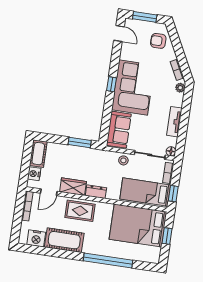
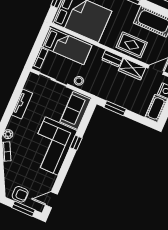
door: (119, 33) -> (51, 200), hinge flipped
armchair: (158, 41) -> (20, 194), moved
window: (112, 84) -> (76, 143), moved
floor lamp: (171, 151) -> (32, 77), removed
window: (173, 194) -> (41, 38), removed

